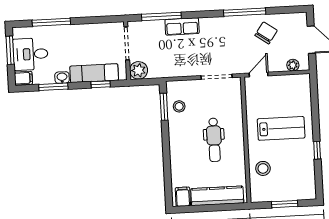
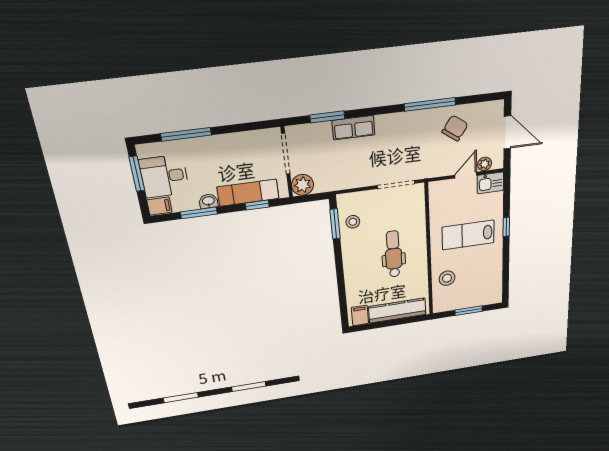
window: (161, 16) -> (327, 117), width x0.69
door: (259, 74) -> (466, 175), moved
kitchen sink: (299, 82) -> (490, 183), added
lab bench: (281, 128) -> (468, 235), turned 180
dental chair: (214, 140) -> (393, 254), turned 180
window: (317, 150) -> (506, 227), moved

